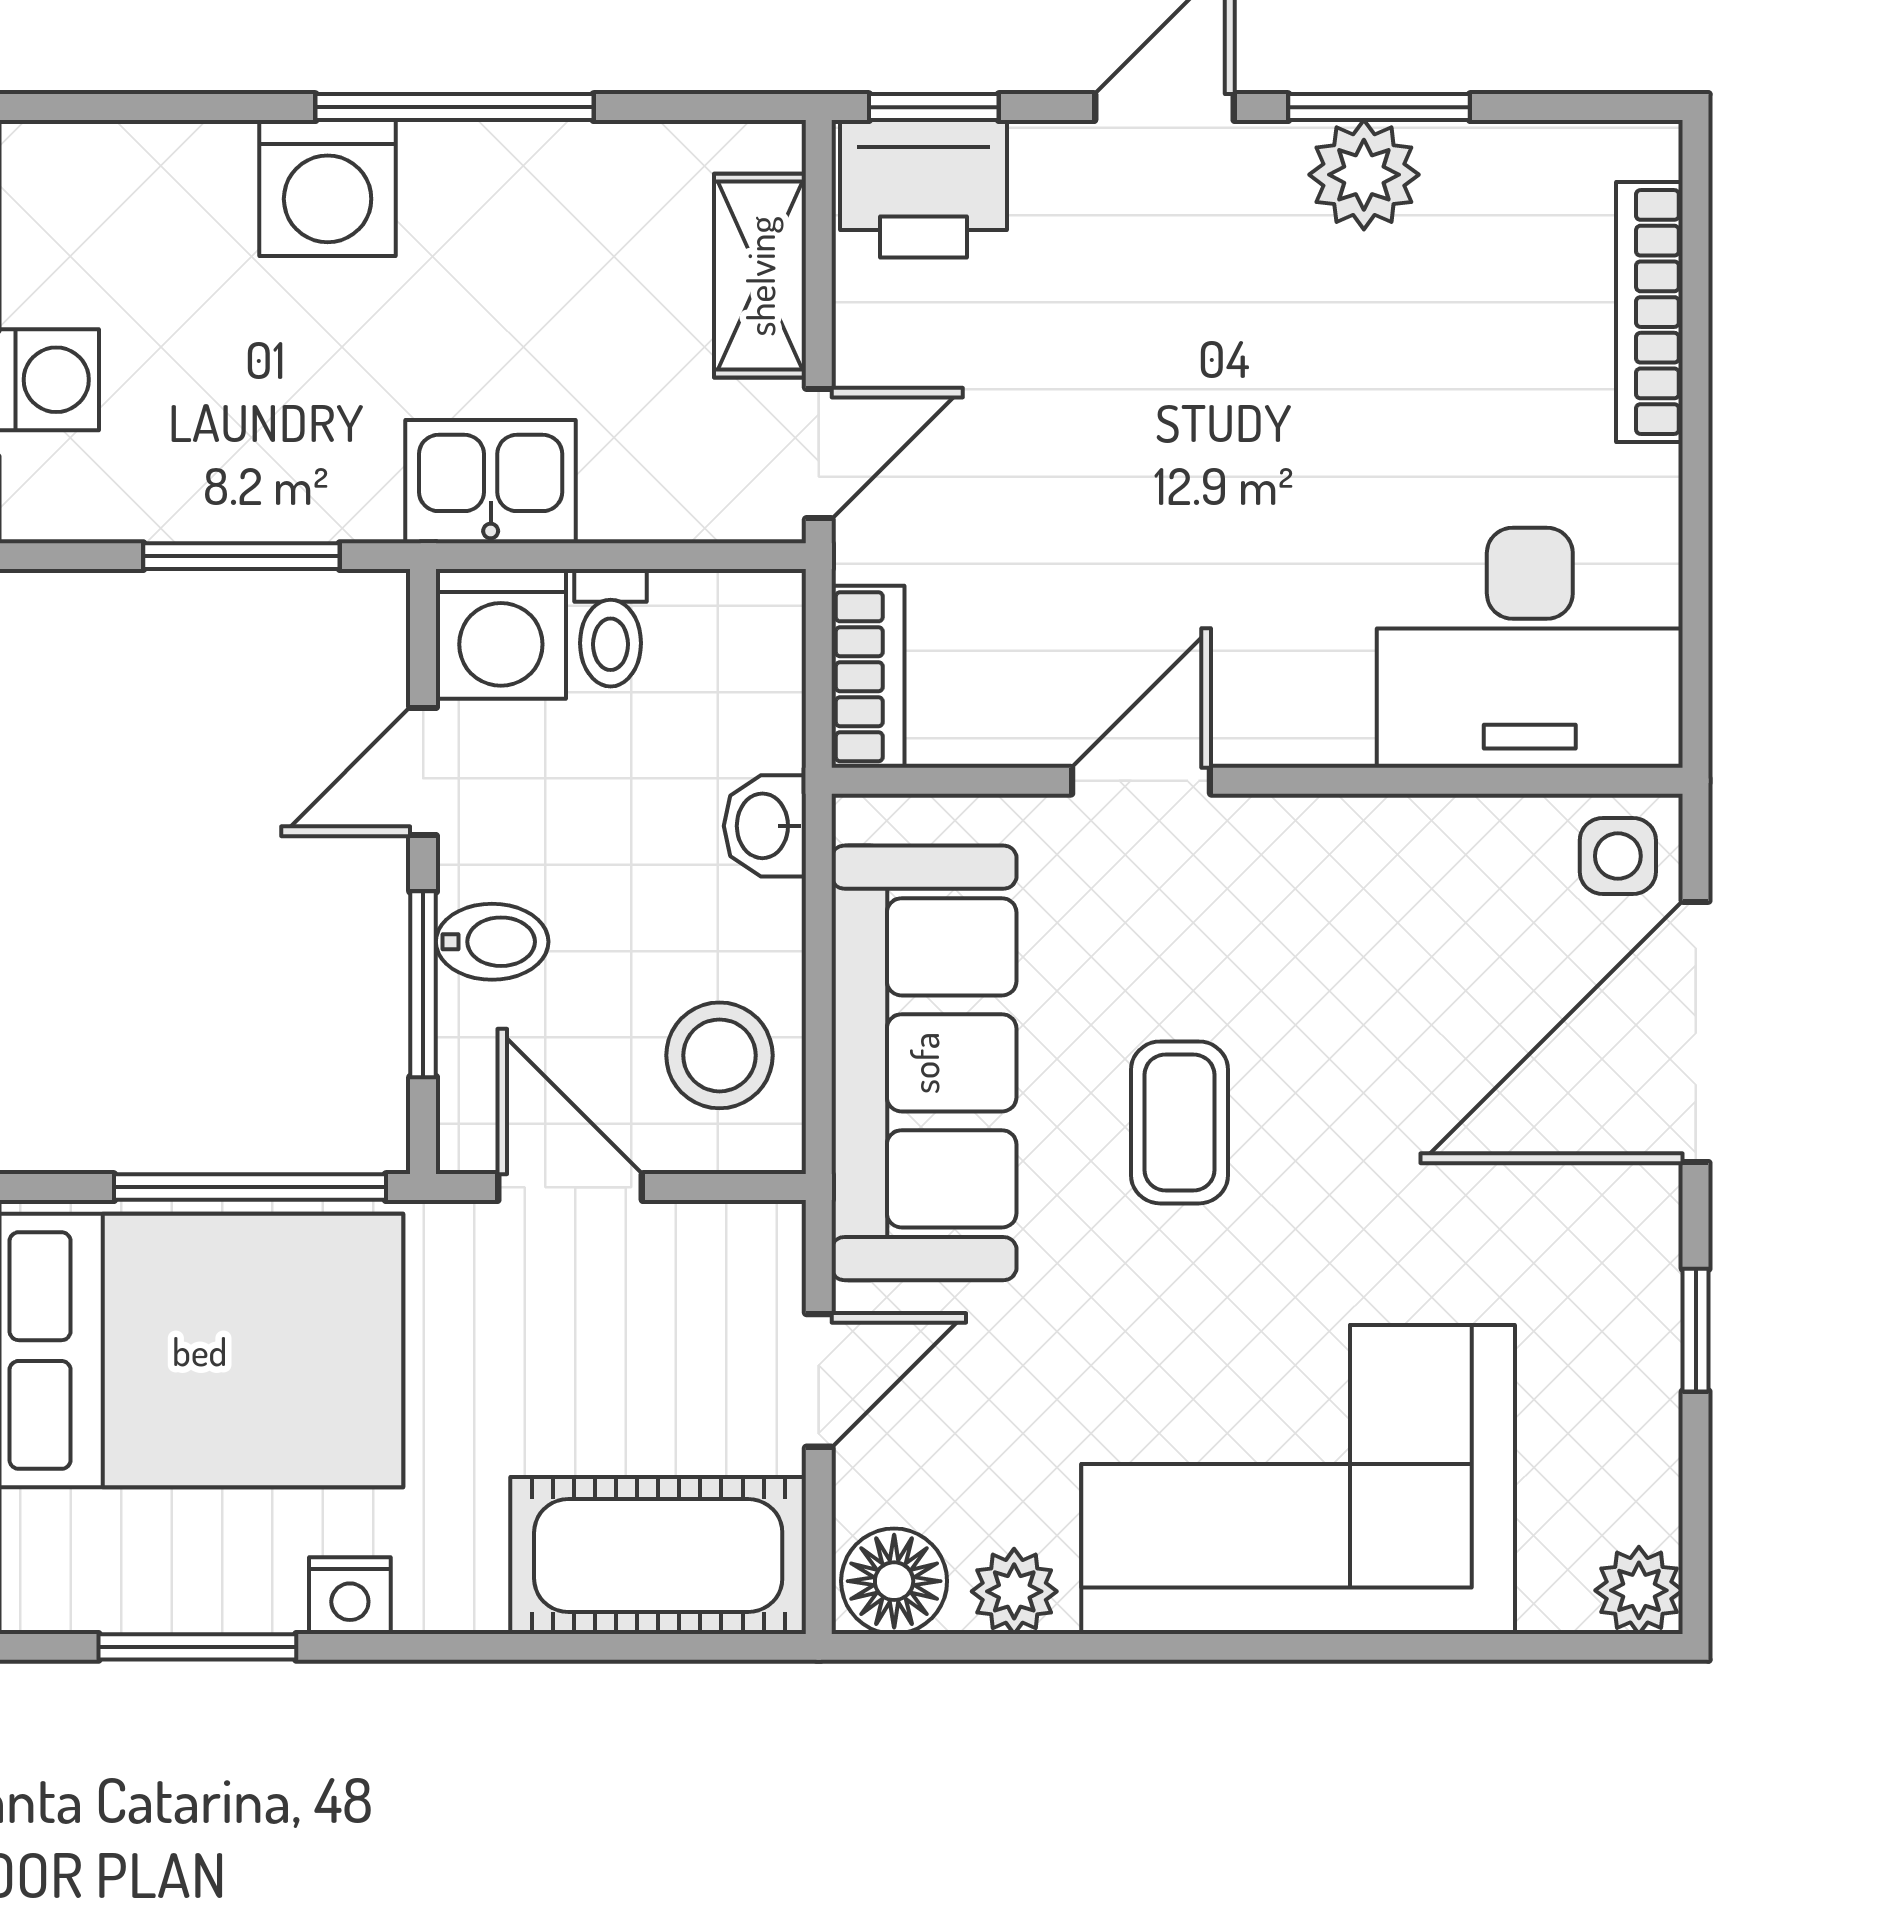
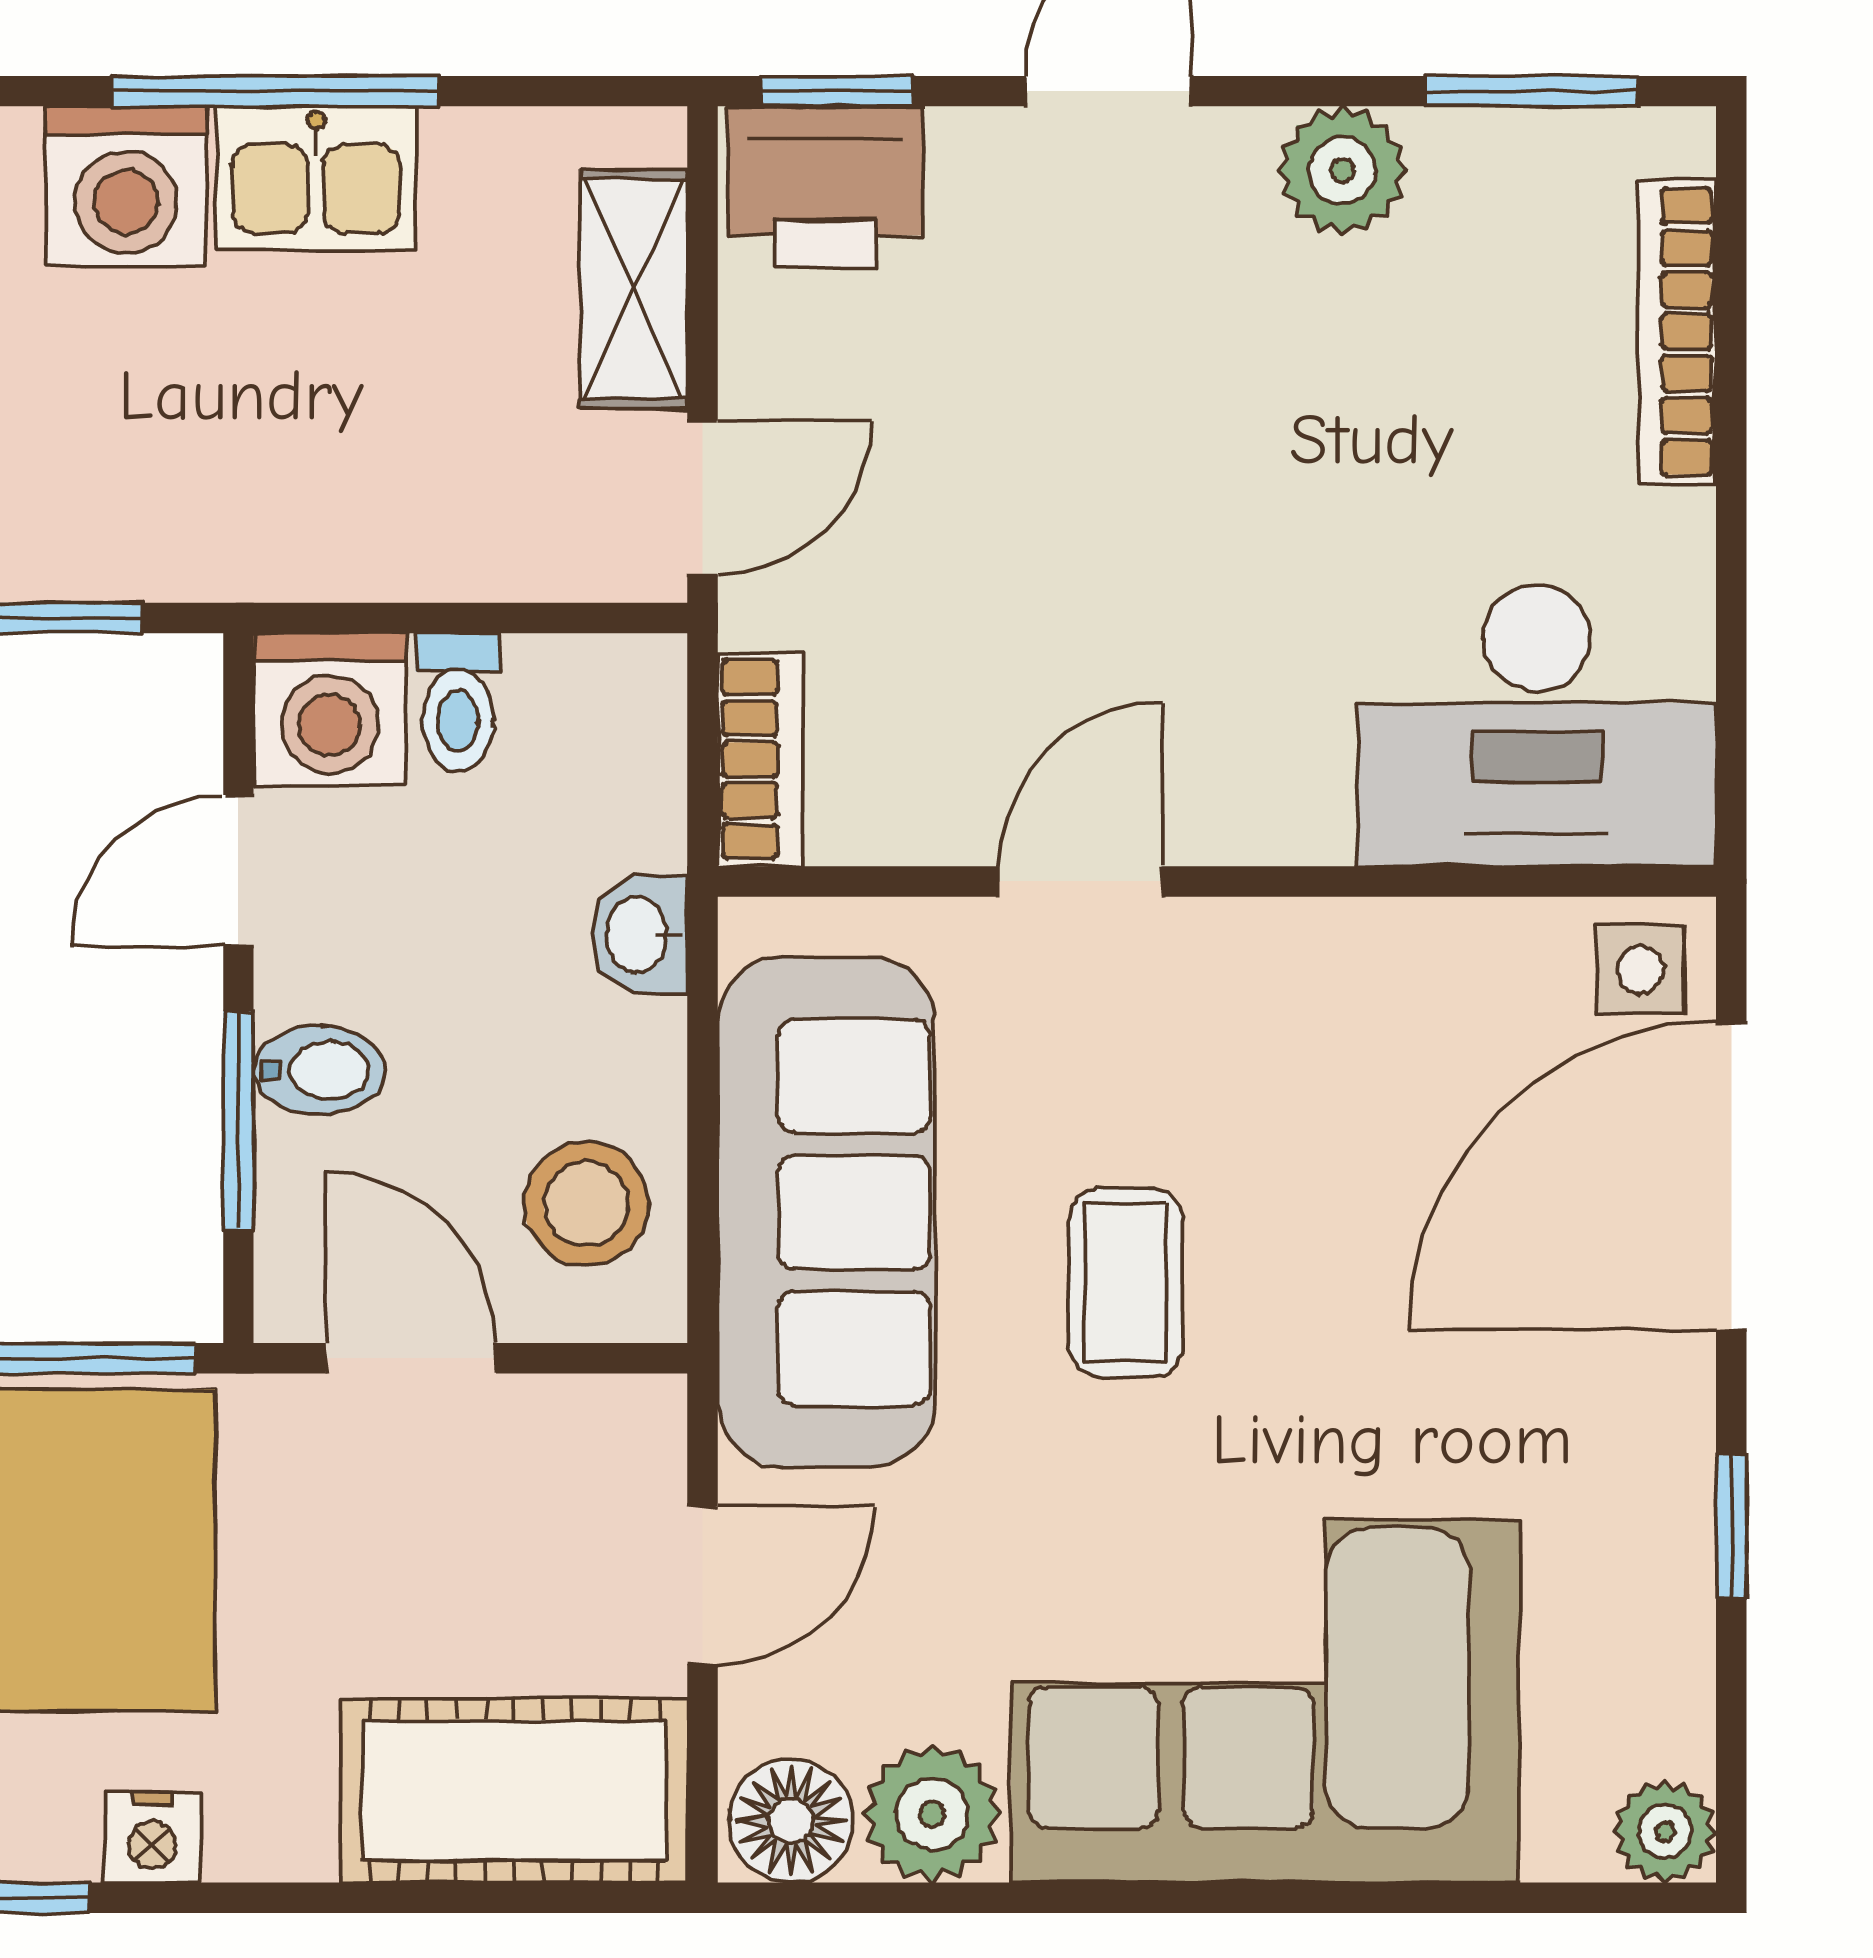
window: (1379, 107) -> (1531, 91), moved
kitchen sink: (491, 482) -> (316, 179), moved, turned 180
plant: (1014, 1591) -> (932, 1814), width x1.38, depth x1.38

